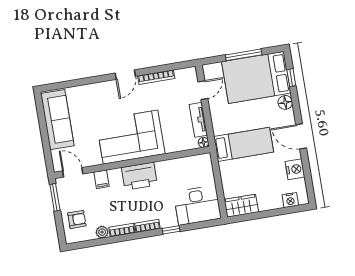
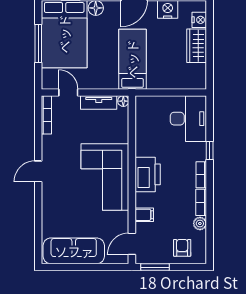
door: (125, 75) -> (38, 171), swing flipped
bookcase: (156, 77) -> (46, 115), moved
wardrobe: (241, 206) -> (197, 46), moved

